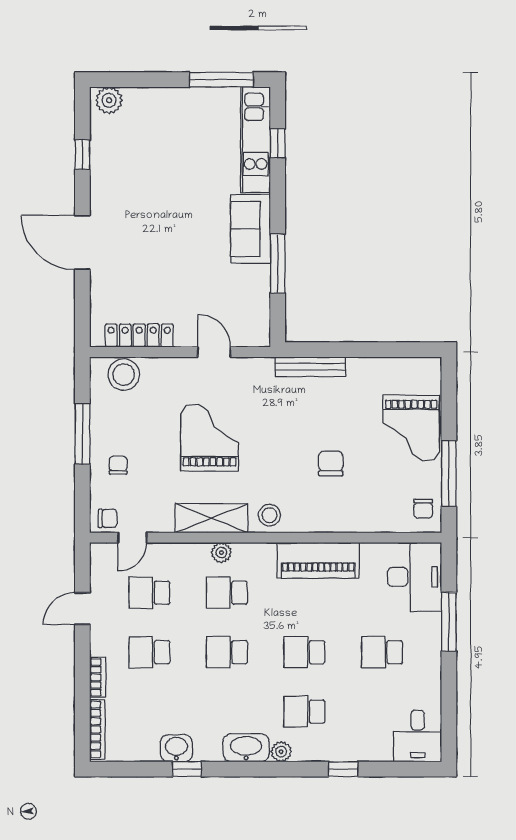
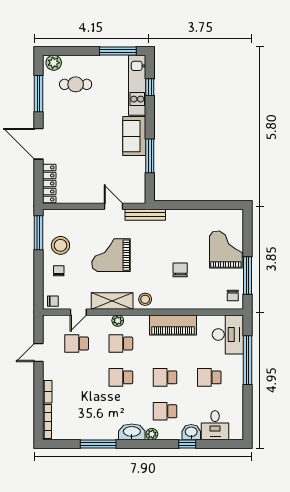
cafe table: (147, 138) -> (76, 84), added
window: (82, 155) -> (38, 94), width x2.17
locker: (139, 336) -> (49, 184), moved, turned 90
bench: (310, 367) -> (145, 215), moved
stool: (124, 375) -> (60, 245), moved
grand piano: (411, 428) -> (226, 250), turned 180
window: (82, 434) -> (38, 233), moved
grand piano: (210, 438) -> (111, 255), turned -90
door: (132, 538) -> (78, 312), moved
window: (449, 622) -> (247, 360), width x1.46
school desk: (149, 652) -> (77, 377), removed
desk: (418, 736) -> (215, 425), moved
washbasin: (176, 748) -> (191, 432), moved
window: (187, 769) -> (98, 444), width x2.17

